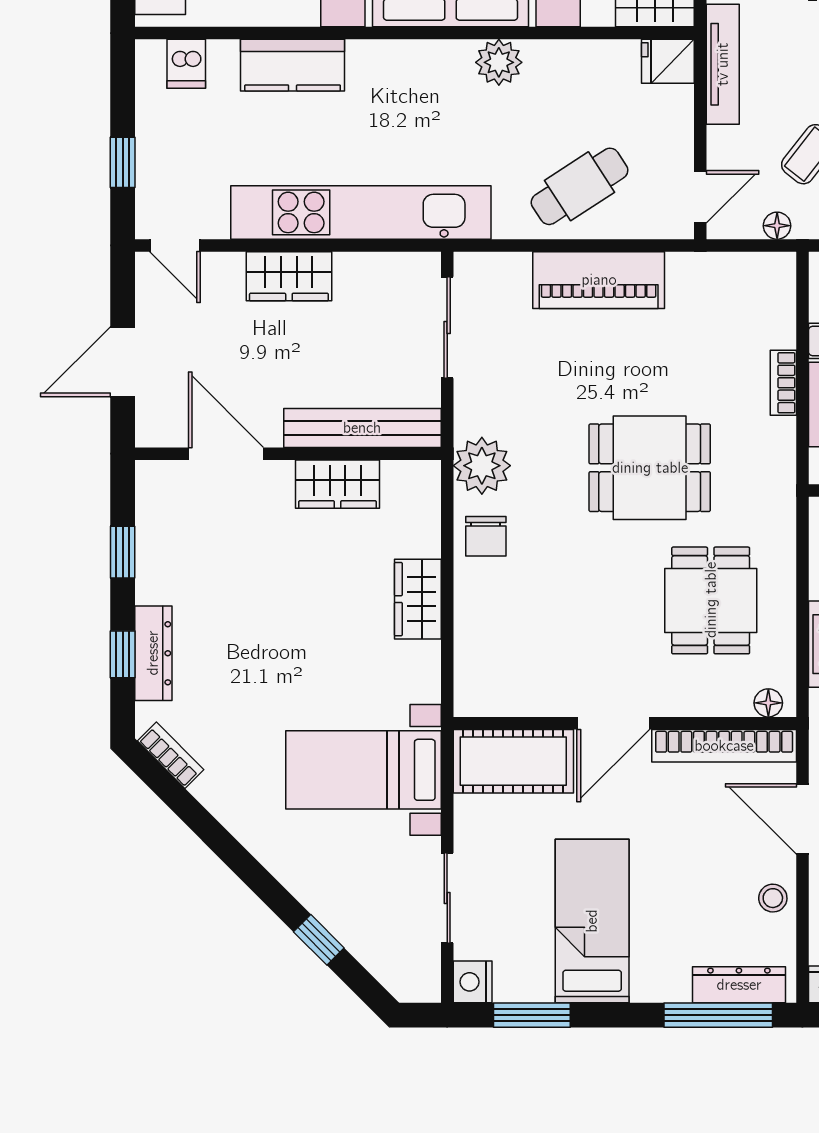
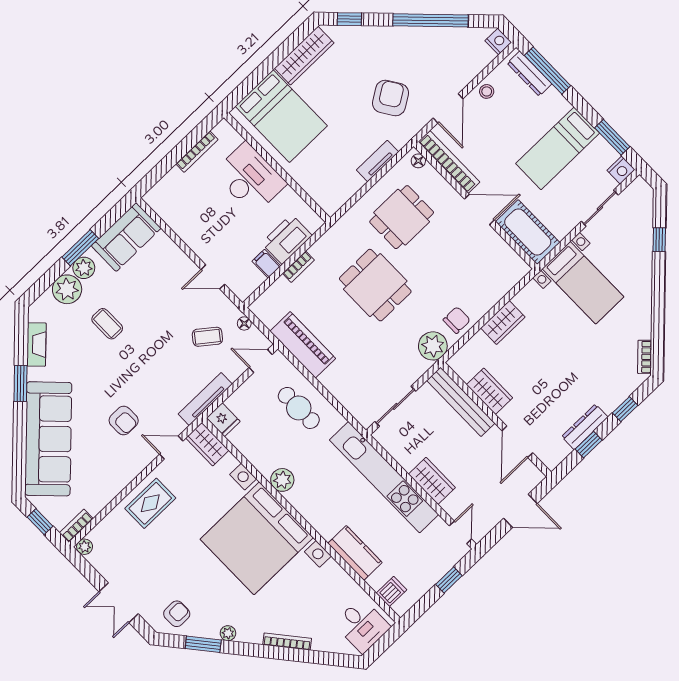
cafe table: (580, 186) -> (299, 408), turned 33
piano: (599, 280) -> (303, 345), moved
dresser: (153, 653) -> (585, 427), moved

